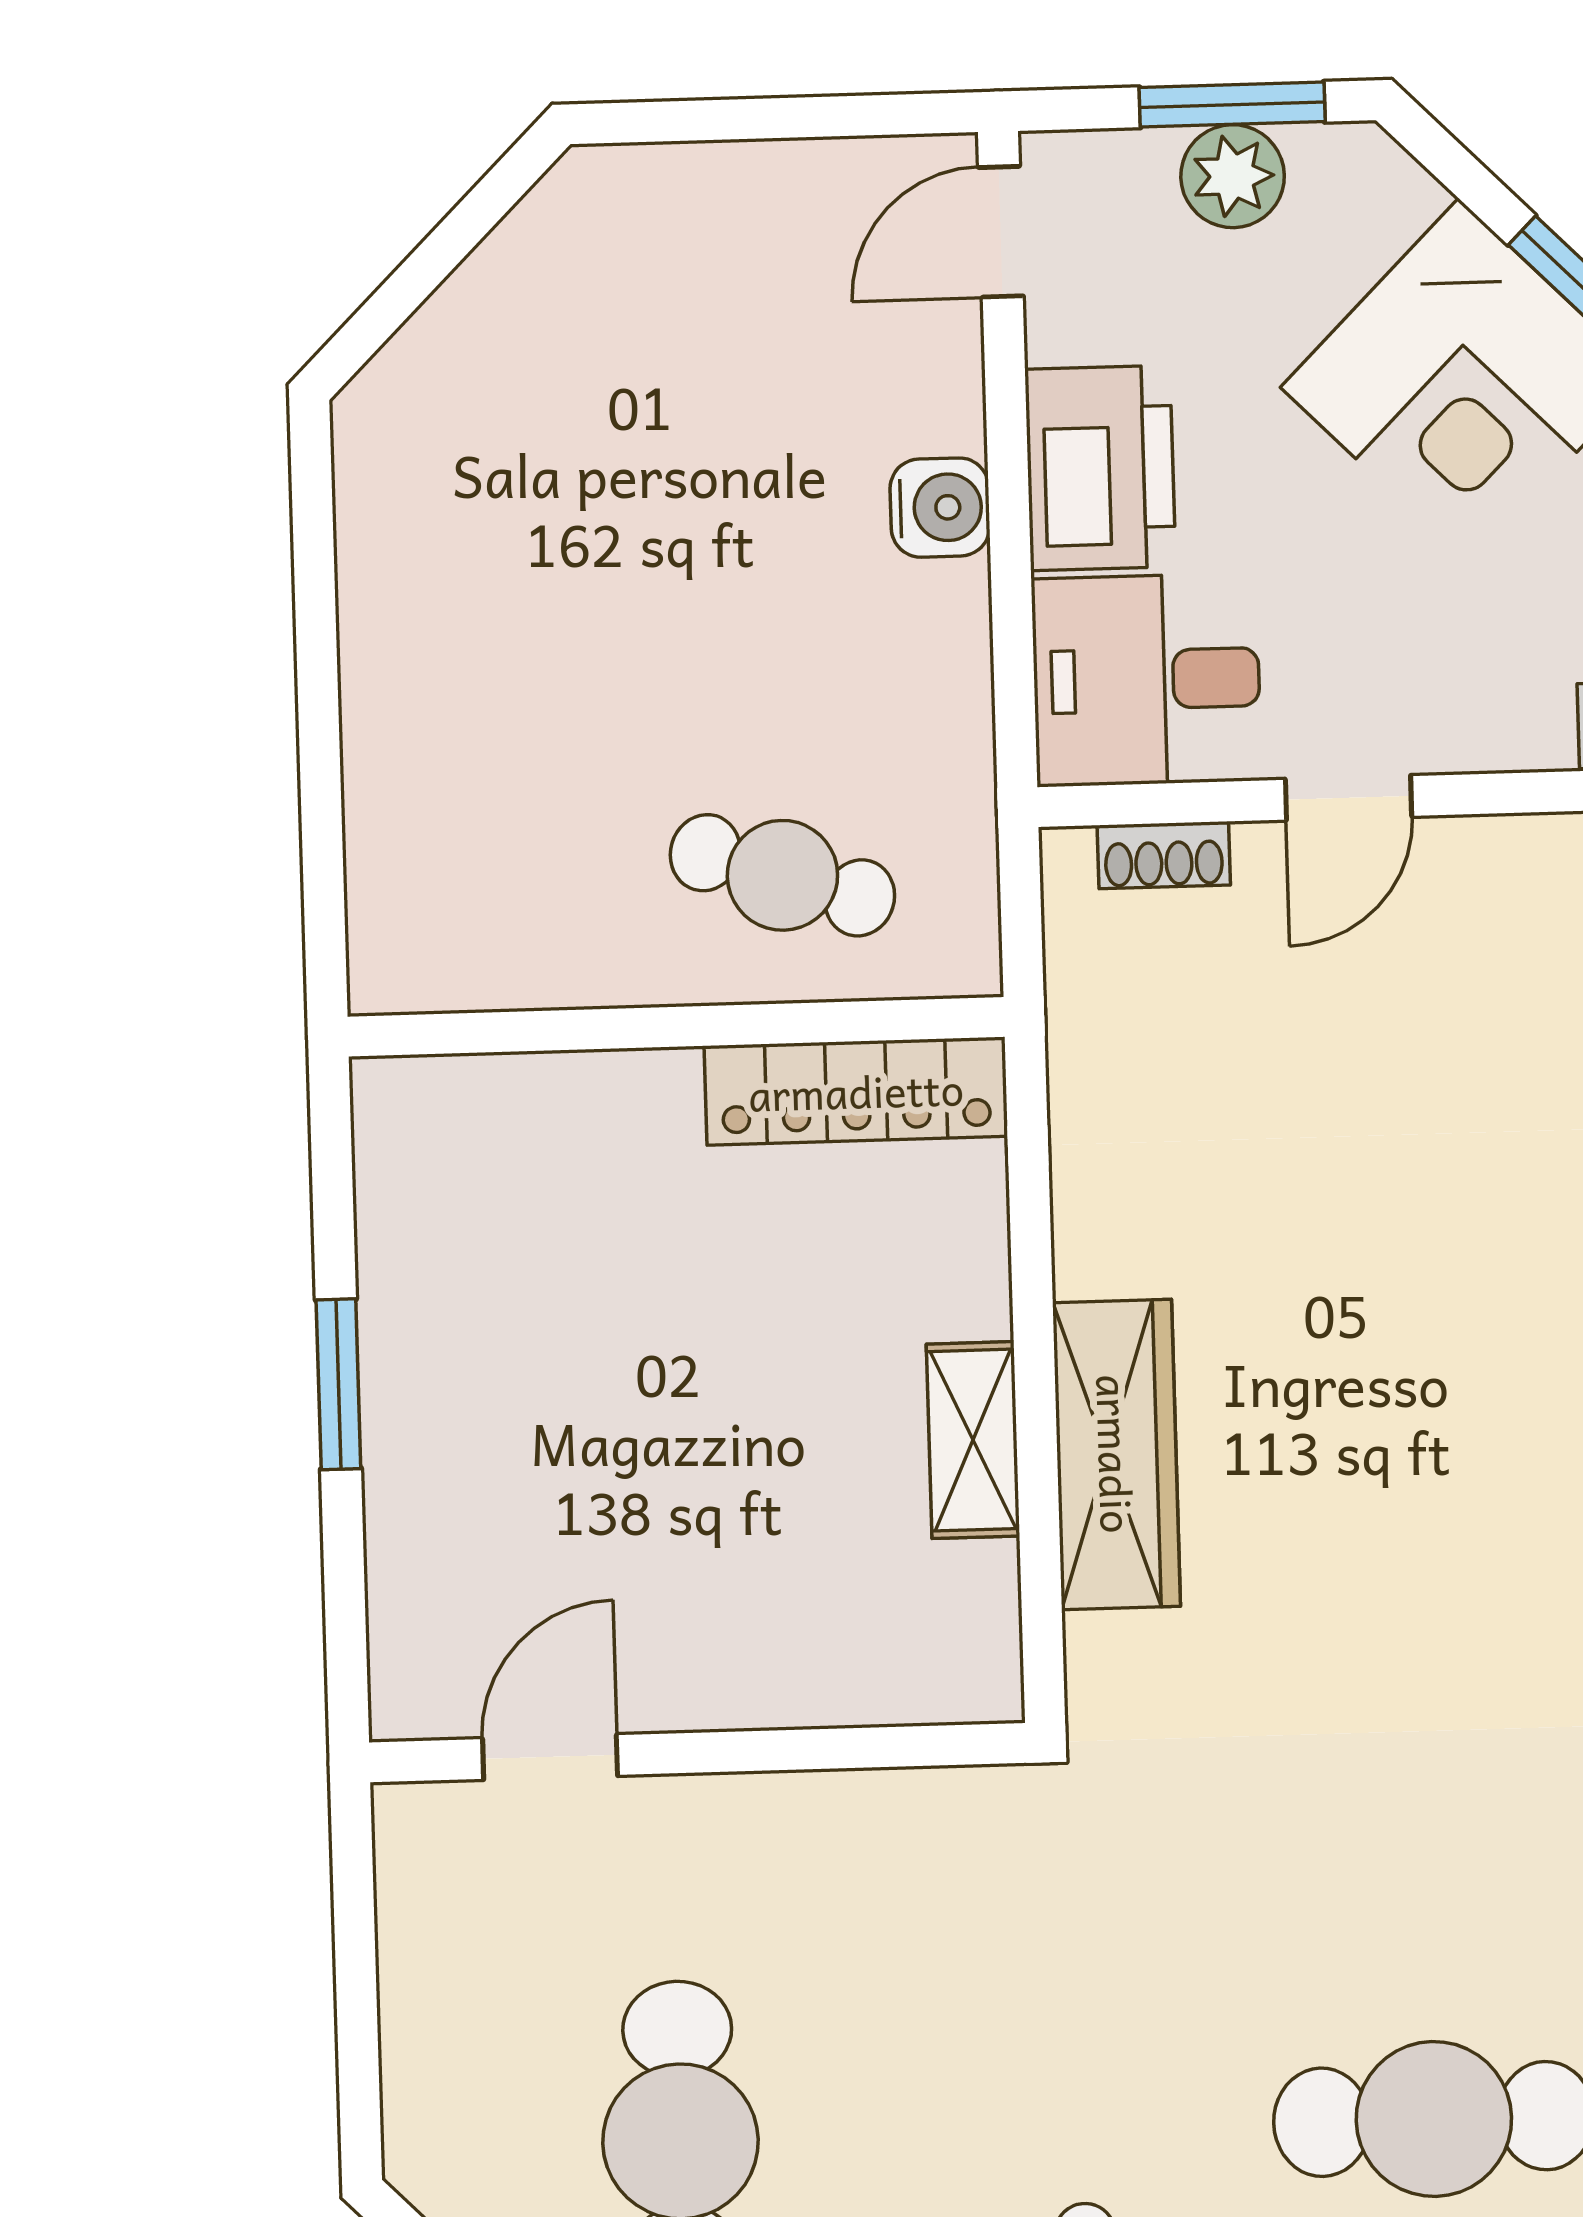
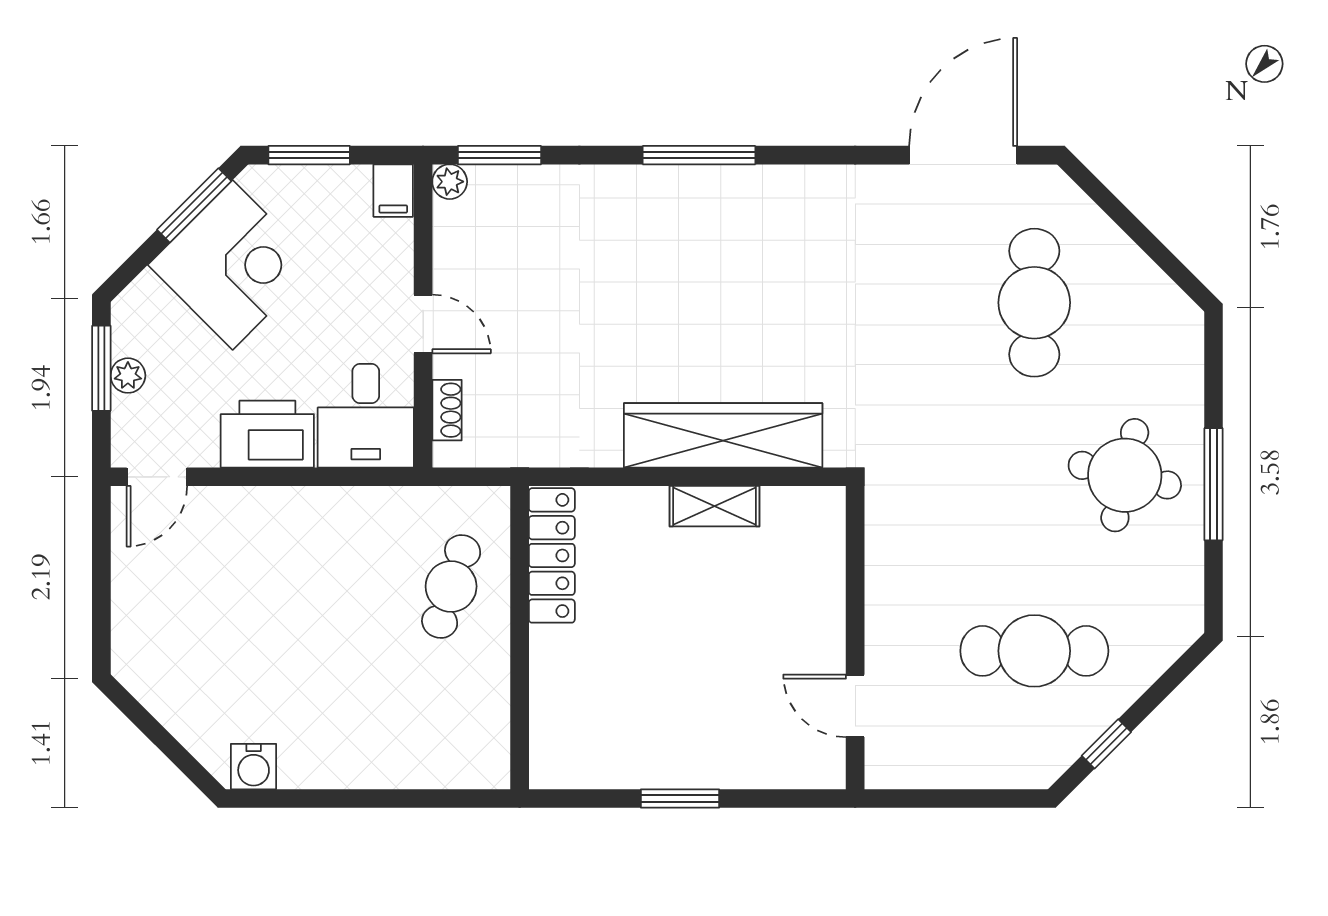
plant: (1233, 176) -> (128, 376), width x0.73, depth x0.73
door: (1001, 232) -> (157, 477), hinge flipped
water cooler: (940, 508) -> (254, 767), moved, turned 180
wardrobe: (1116, 1454) -> (723, 435), width x1.40, depth x1.17

